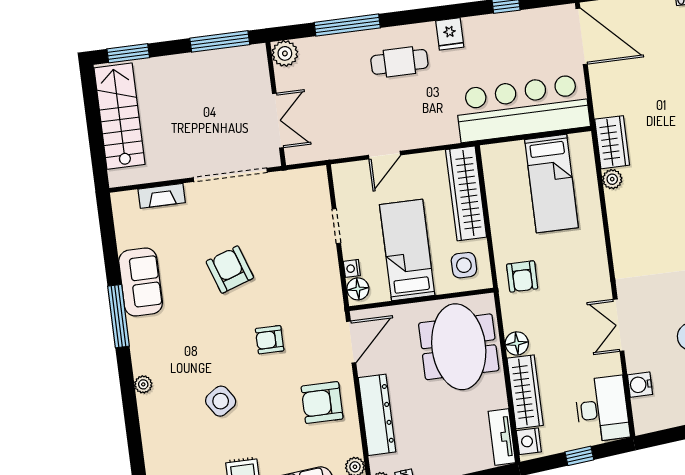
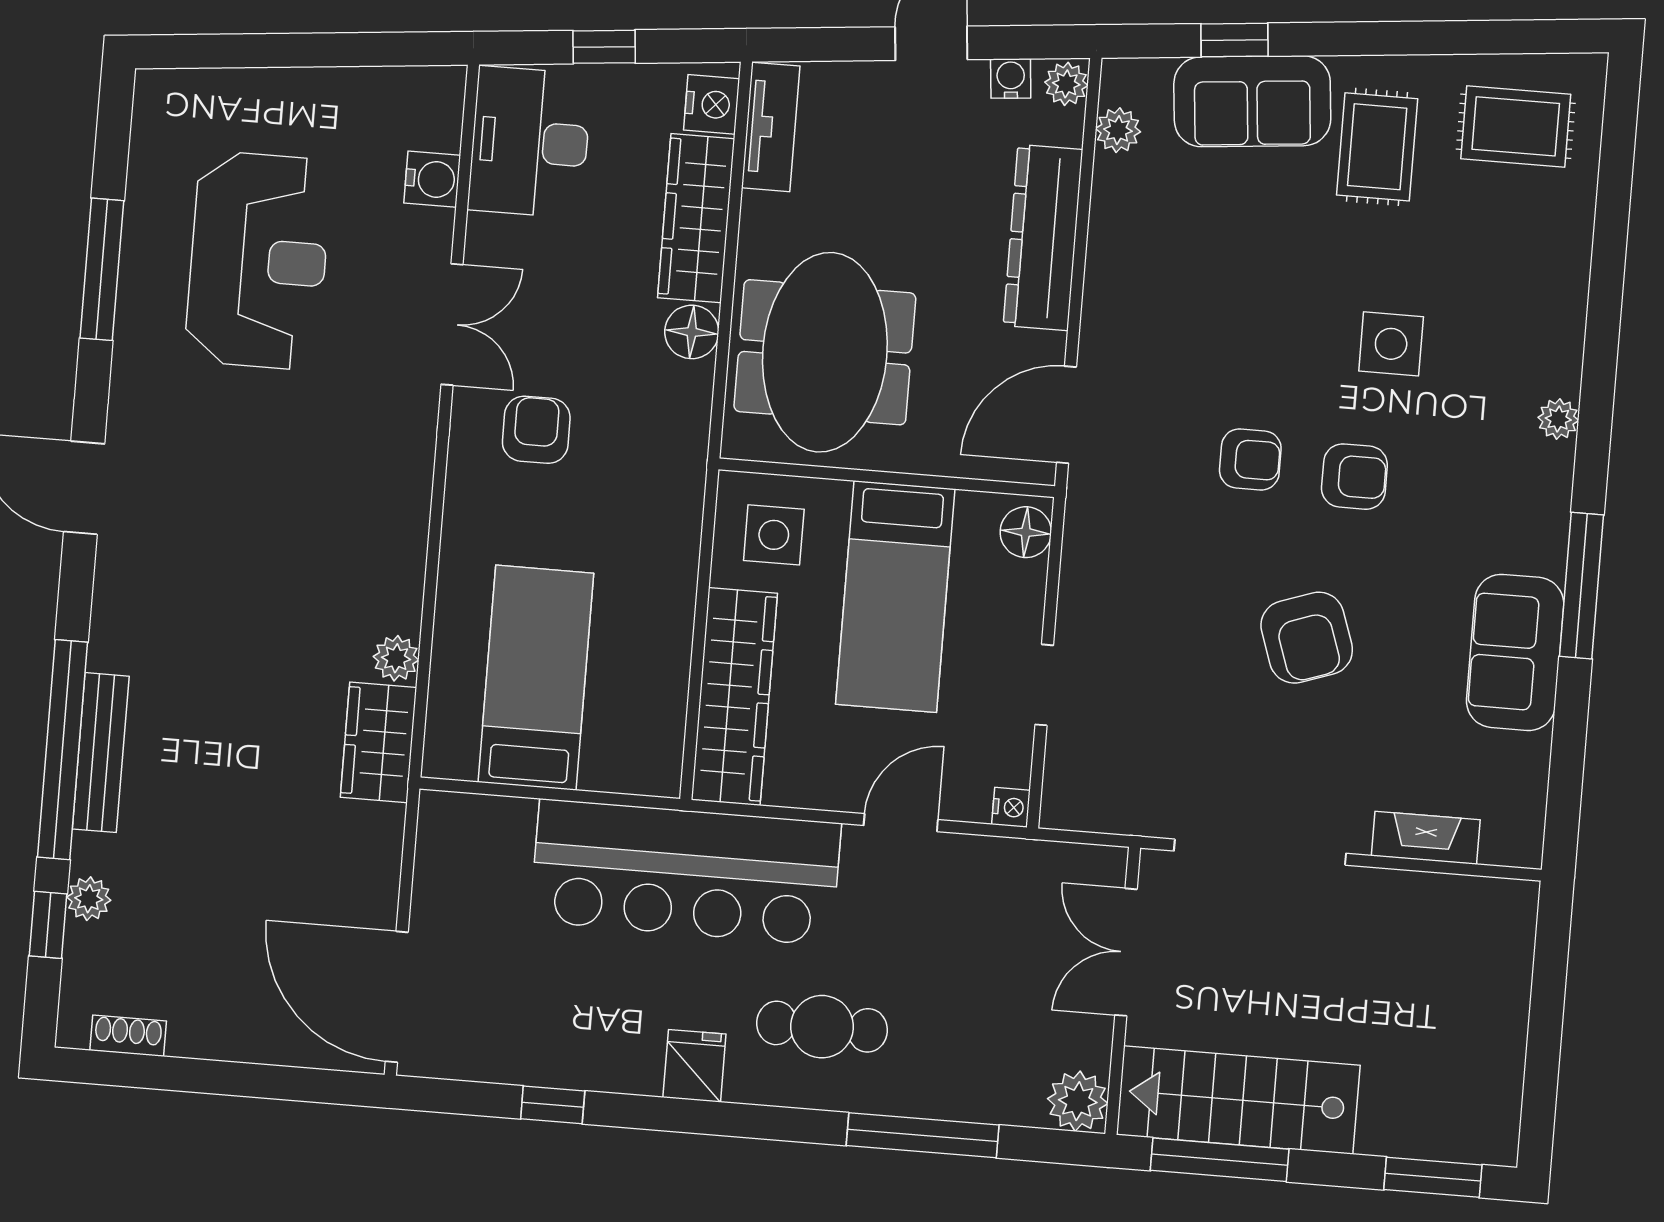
bar counter: (523, 108) -> (686, 872), moved
stairs: (119, 116) -> (1238, 1100), moved, turned 90
nightstand: (352, 268) -> (1011, 807), moved
armchair: (522, 276) -> (536, 430), moved
side table: (221, 401) -> (1391, 344), turned 34
armchair: (322, 403) -> (1354, 477), moved, width x0.72, depth x0.72

